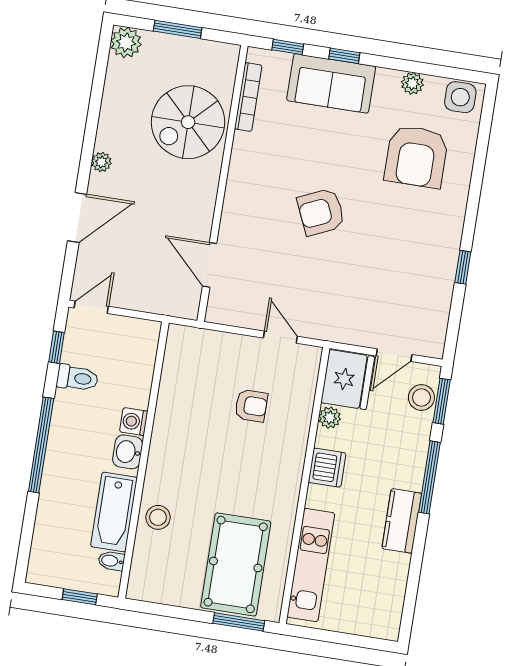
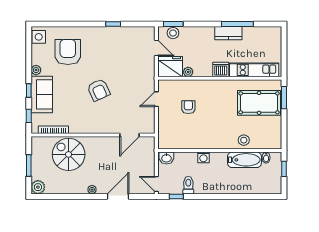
plant: (412, 83) -> (36, 70), moved
spiral stairs: (188, 122) -> (69, 154), turned 180
armchair: (416, 157) -> (68, 52), turned -90
door: (77, 218) -> (118, 196), hinge flipped
window: (41, 445) -> (220, 196), removed
washbasin: (128, 452) -> (166, 158), moved
dishwasher: (327, 468) -> (221, 69), moved
window: (430, 477) -> (237, 24), moved

